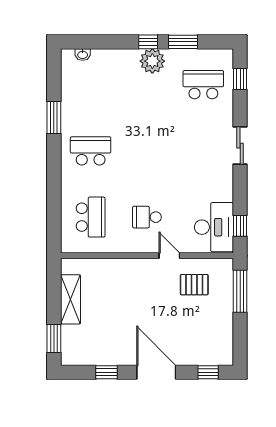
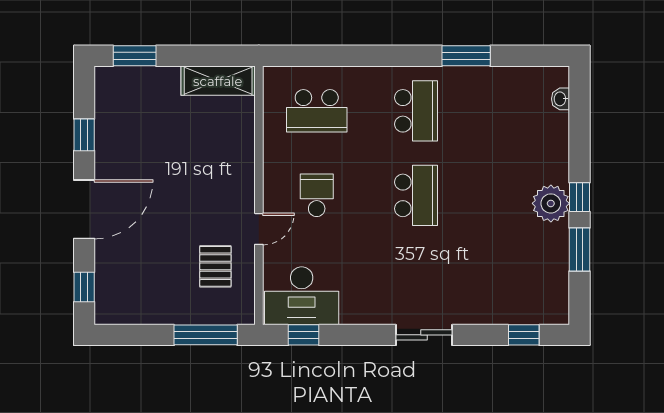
school desk: (203, 85) -> (416, 195), moved
shelving: (70, 299) -> (218, 81), moved

